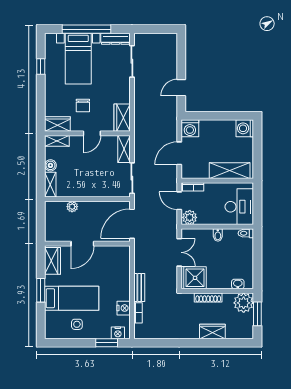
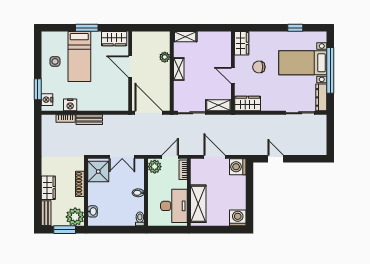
shelving: (57, 141) -> (179, 69), moved
boiler: (50, 165) -> (203, 37), removed
desk: (239, 207) -> (174, 206), moved, turned -90
bench: (240, 334) -> (46, 213), added

